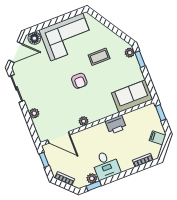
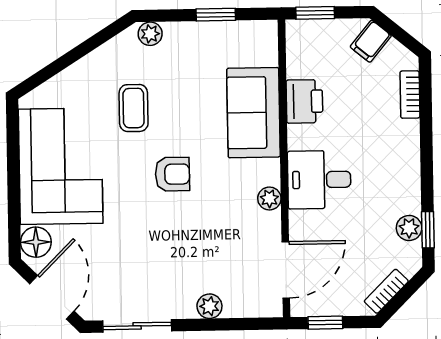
window: (140, 59) -> (216, 15), moved
sofa: (132, 96) -> (253, 113), moved
printer: (116, 125) -> (304, 101), moved
desk: (106, 165) -> (319, 180), moved, turned 180

